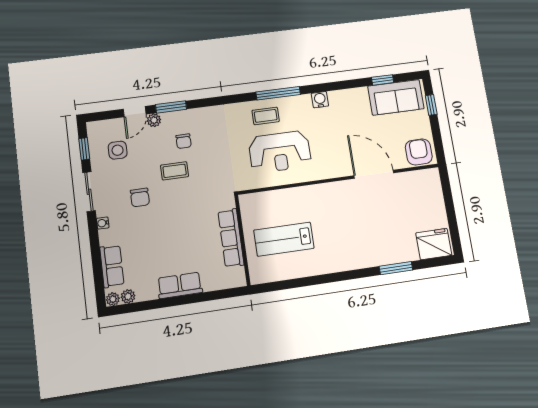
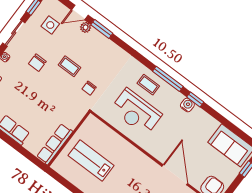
window: (383, 80) -> (195, 99), moved
chair: (184, 141) -> (89, 88), moved
row of seats: (231, 238) -> (55, 144), moved

